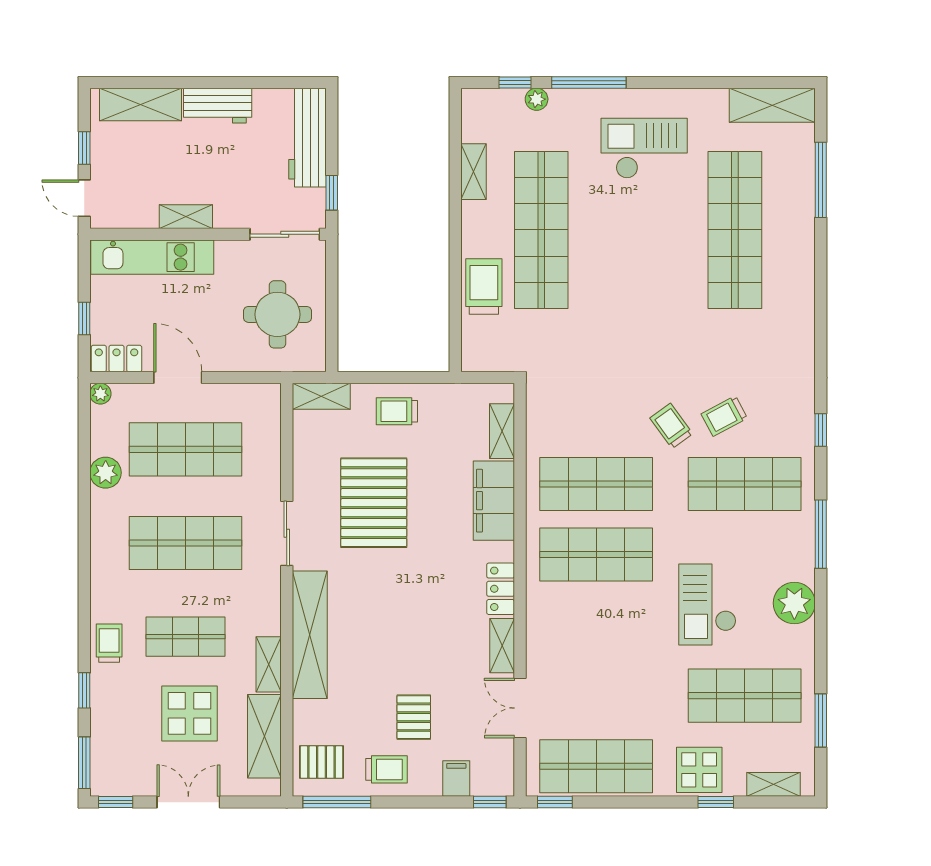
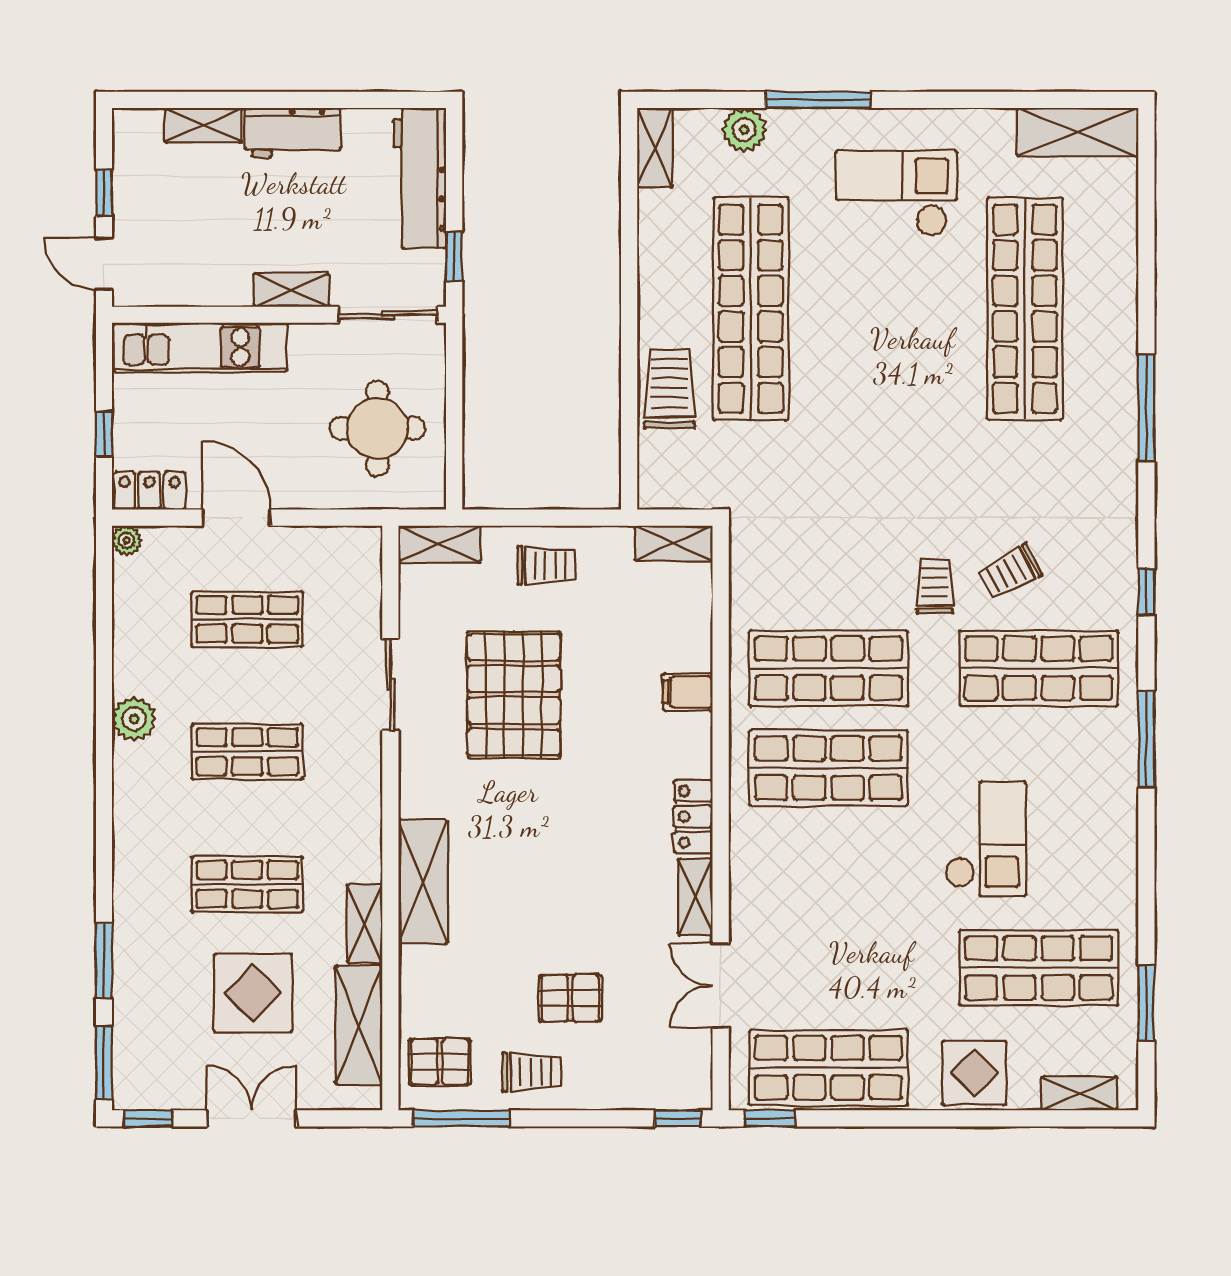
window: (515, 82) -> (714, 100), removed
plant: (537, 99) -> (744, 130), width x1.38, depth x1.38
shelving: (141, 104) -> (203, 125), width x0.67, depth x0.75
shelving: (474, 172) -> (655, 148), moved
window: (821, 180) -> (1146, 408), moved
shelving: (186, 217) -> (292, 290), moved
trolley: (397, 411) -> (546, 565), turned 180
trolley: (671, 426) -> (935, 586), turned 36
shelving: (502, 431) -> (674, 543), moved, turned 90
shop shelf: (185, 449) -> (247, 619), width x0.70, depth x0.74
plant: (106, 473) -> (134, 719), moved
filing cabinet: (494, 501) -> (688, 692), width x0.33, depth x0.86
sliding door: (287, 533) -> (390, 685), moved
shop shelf: (185, 543) -> (247, 752), width x0.70, depth x0.74
plant: (794, 603) -> (1109, 837), removed
checkout: (707, 604) -> (986, 839), turned 180
shelving: (310, 635) -> (423, 882), width x0.68
trolley: (109, 643) -> (139, 894), removed
window: (84, 690) -> (104, 960), width x1.50
pallet: (414, 717) -> (570, 998), turned 90
filing cabinet: (456, 778) -> (630, 1085), removed
window: (716, 802) -> (998, 1118), removed

